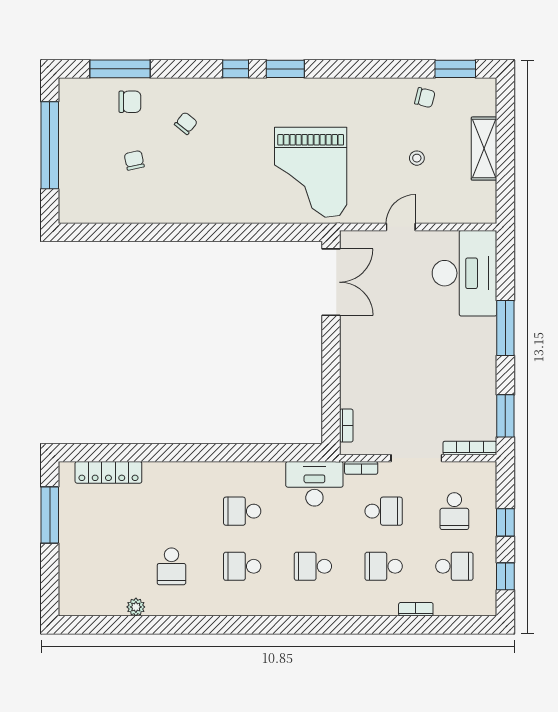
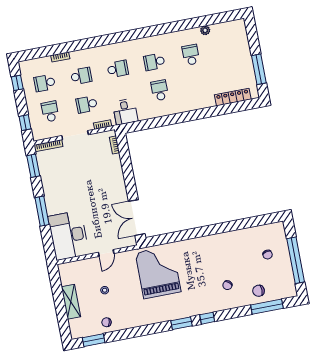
chair: (134, 160) -> (268, 255), moved
desk: (314, 484) -> (125, 112), width x0.73
school desk: (242, 511) -> (160, 90), turned -90
window: (505, 522) -> (25, 123), moved
school desk: (242, 566) -> (154, 62), turned 180

